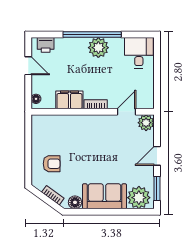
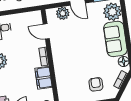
plant: (146, 123) -> (63, 13), moved

